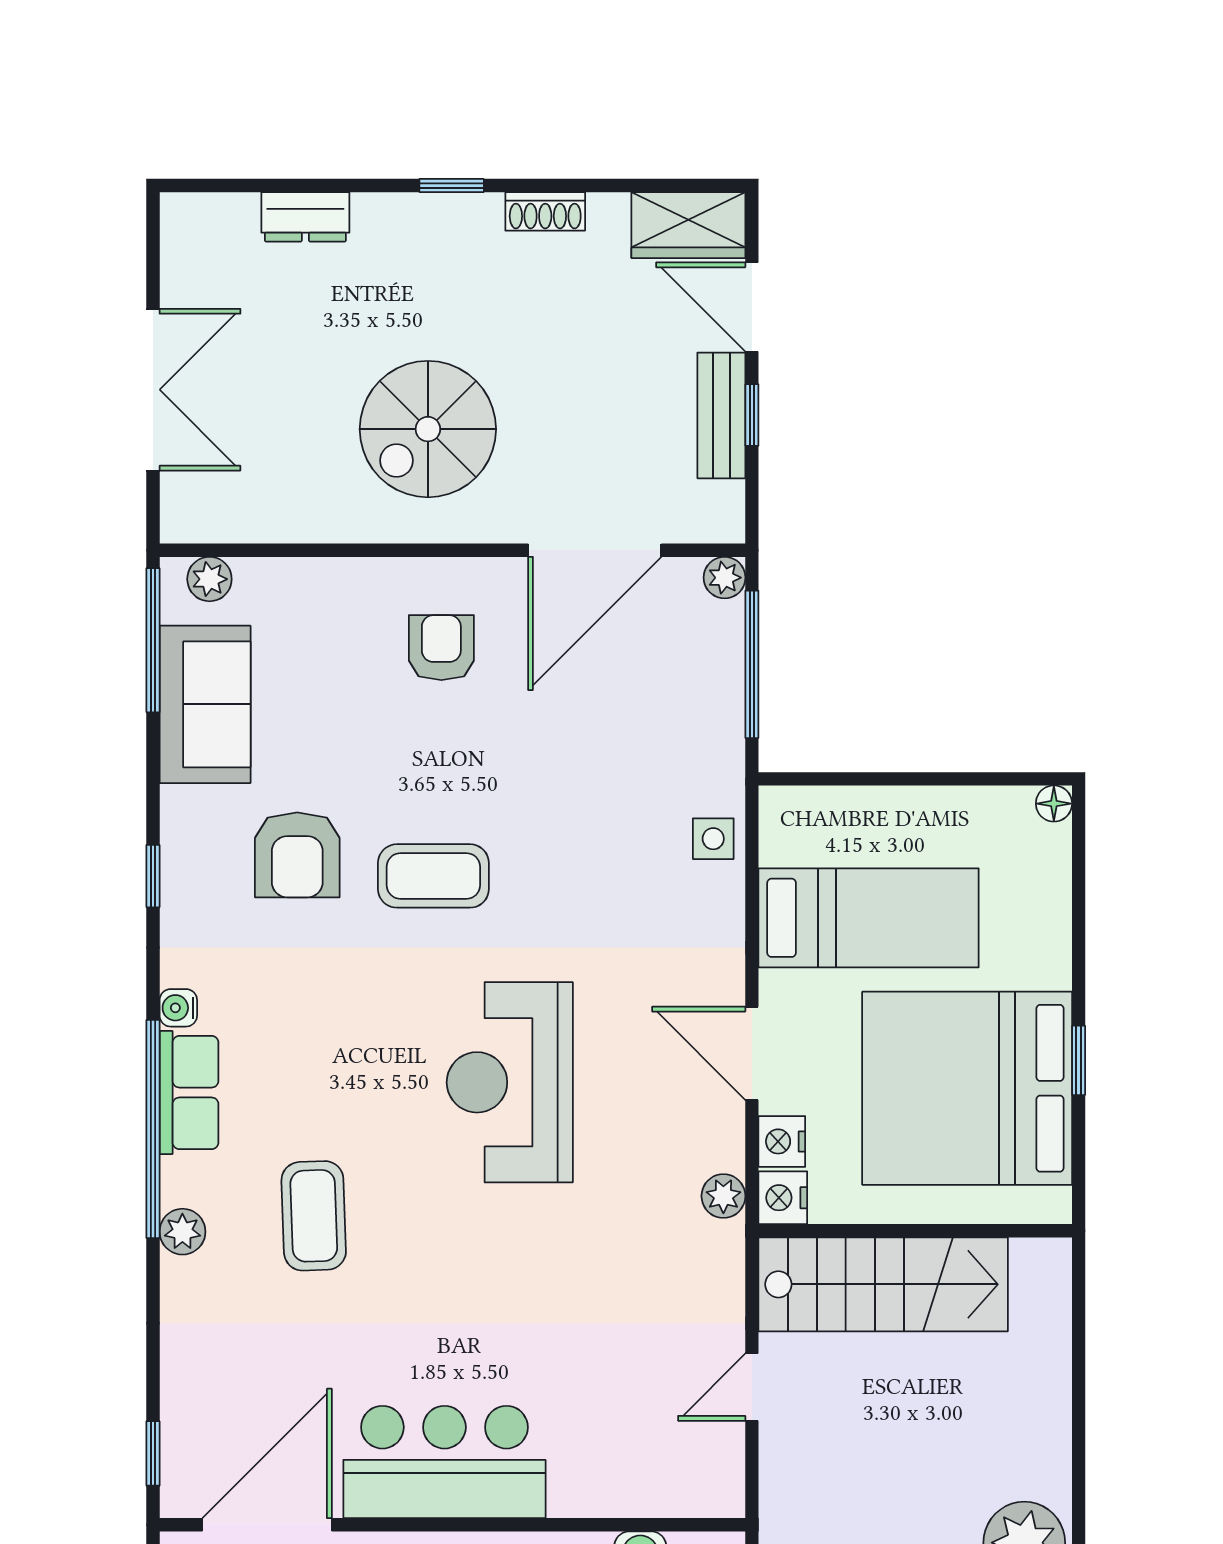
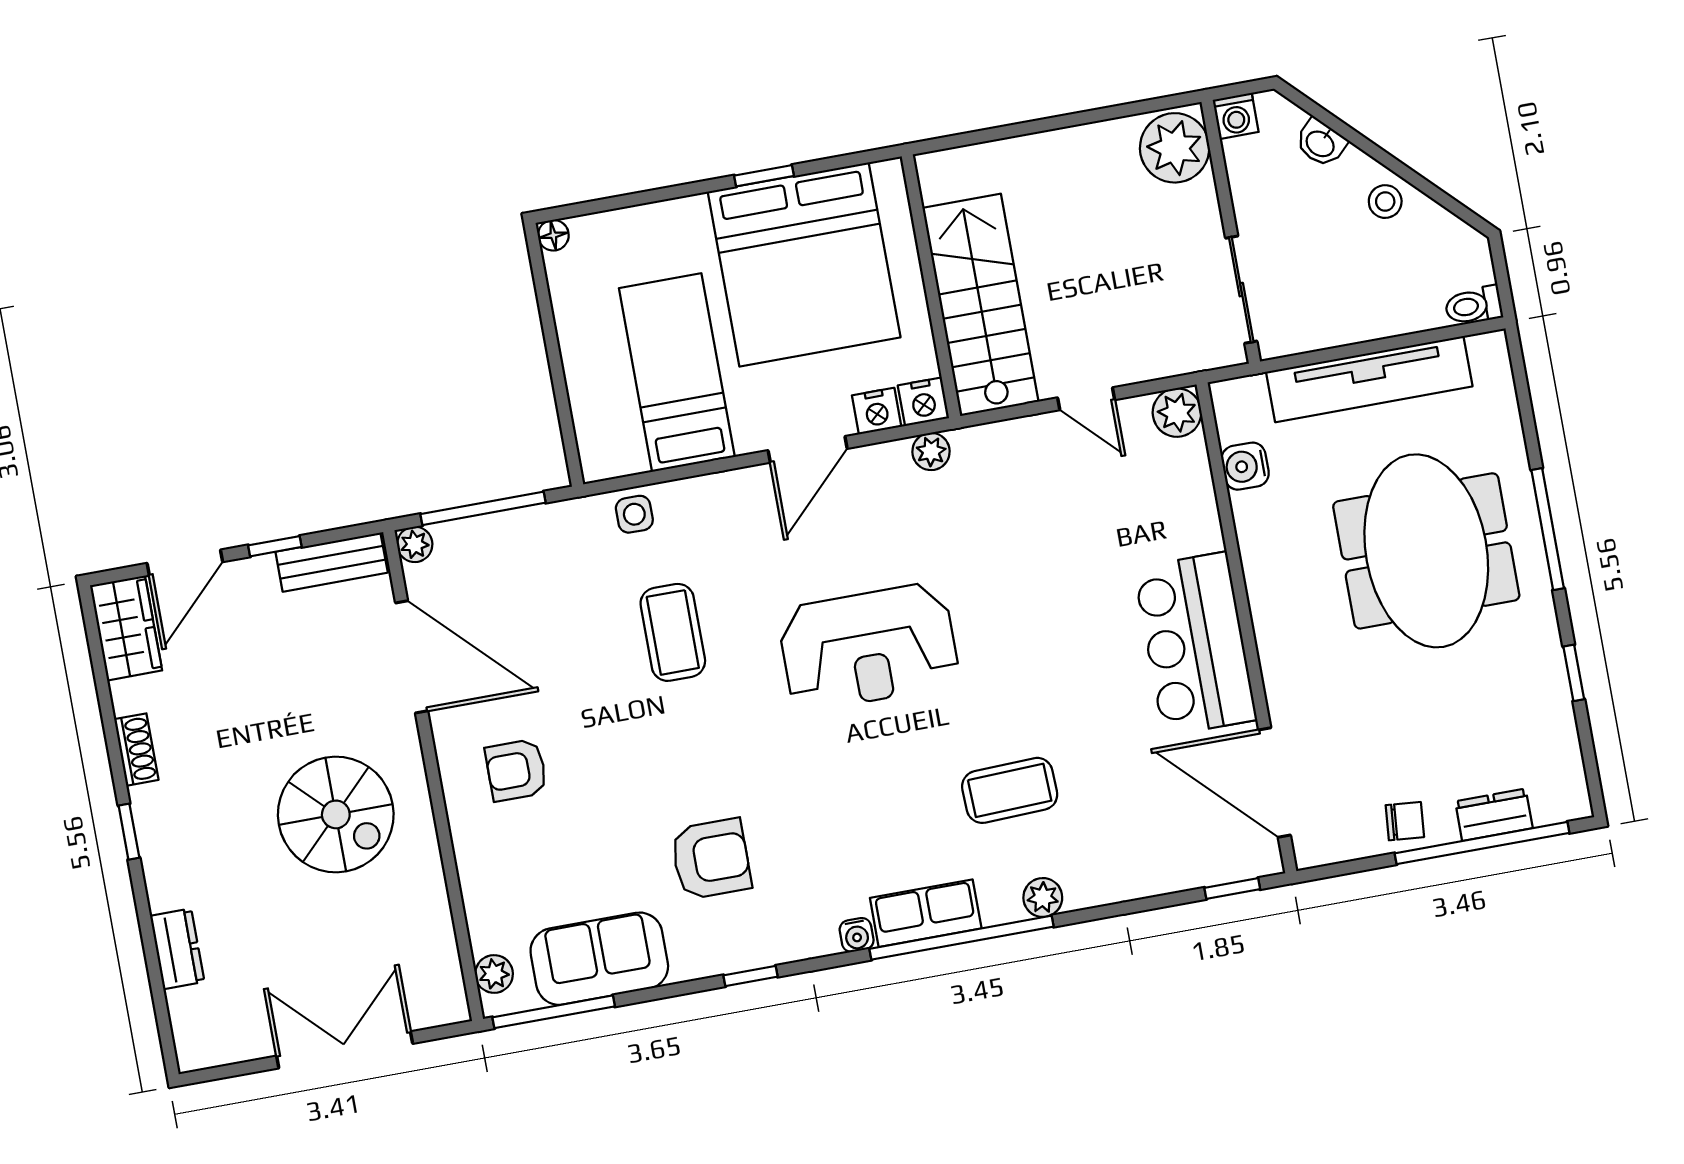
bench: (721, 415) -> (332, 562), moved
coffee table: (433, 876) -> (673, 632), moved
plant: (717, 1490) -> (1177, 413), added

